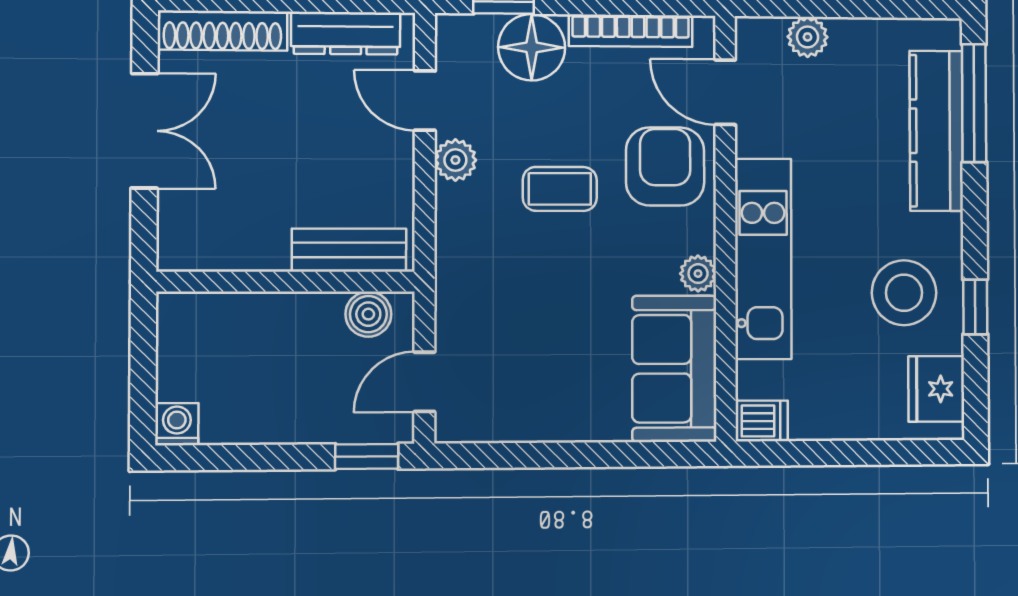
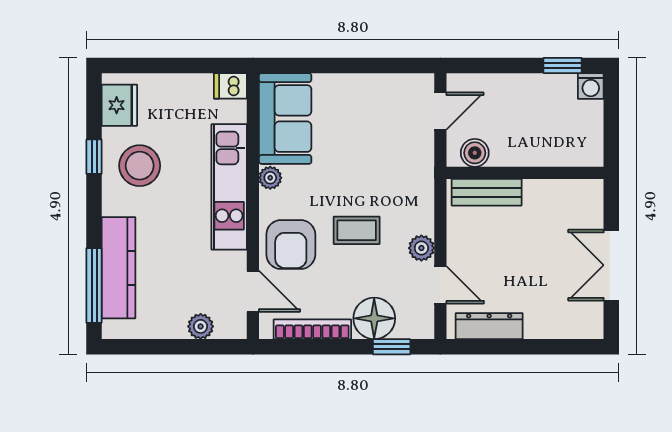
shoe rack: (223, 31) -> (564, 327), removed
window: (367, 456) -> (563, 65), moved

